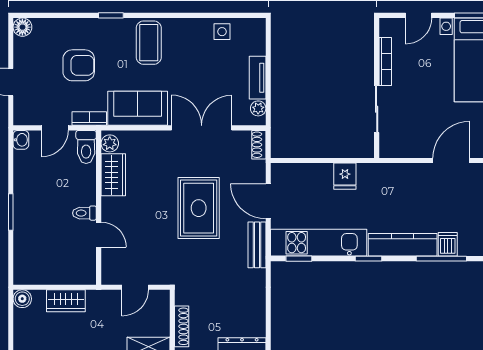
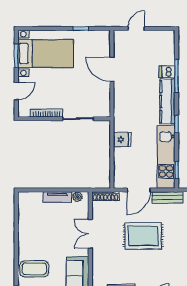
door: (419, 15) -> (16, 91), hinge flipped
side table: (222, 32) -> (27, 221), removed
double door: (202, 128) -> (90, 234), width x0.73
shoe rack: (259, 145) -> (106, 196), width x1.43

